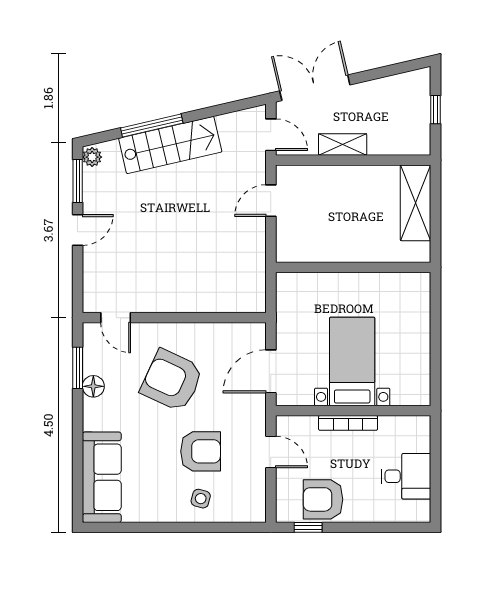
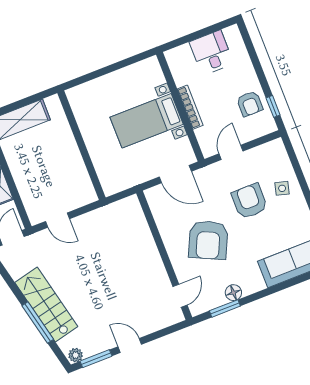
armchair: (323, 499) -> (250, 104), width x0.72, depth x0.72

